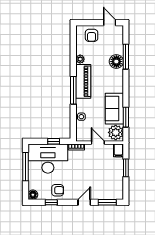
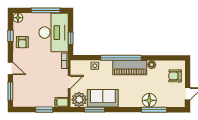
window: (73, 90) -> (121, 58), width x1.46

